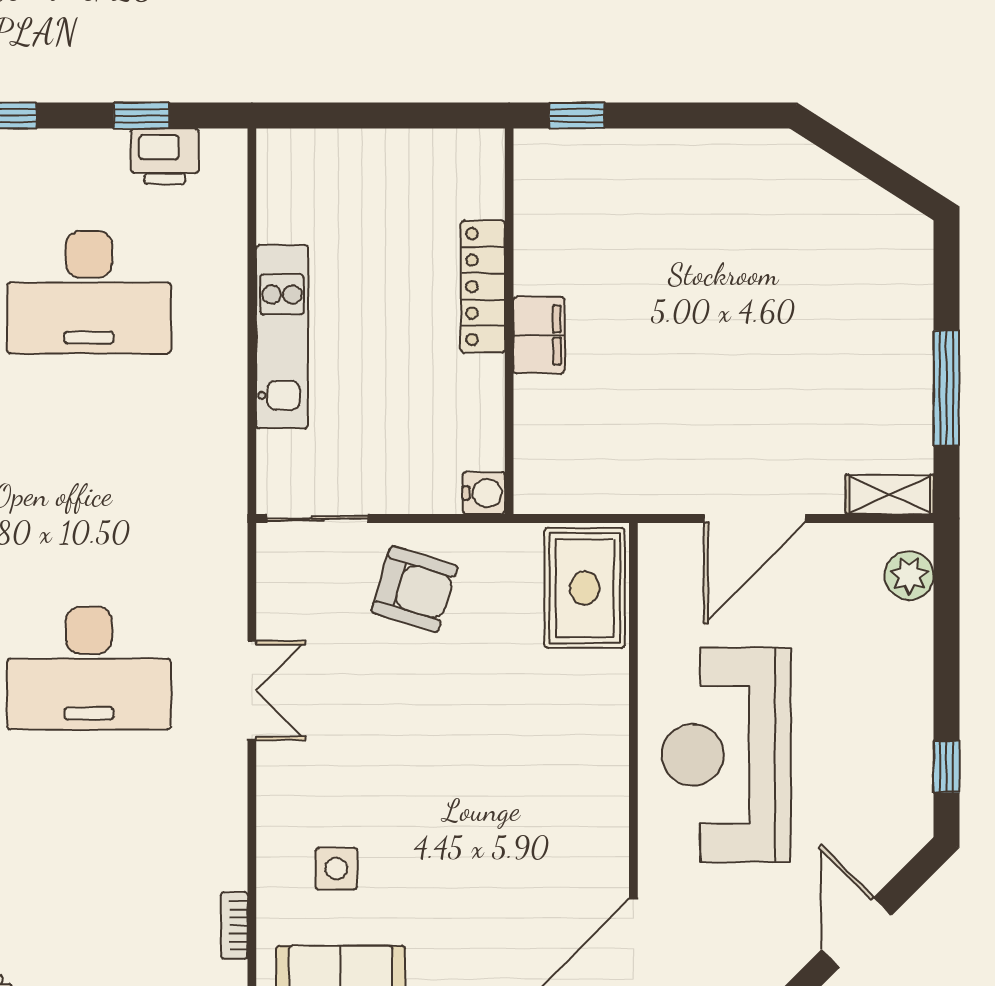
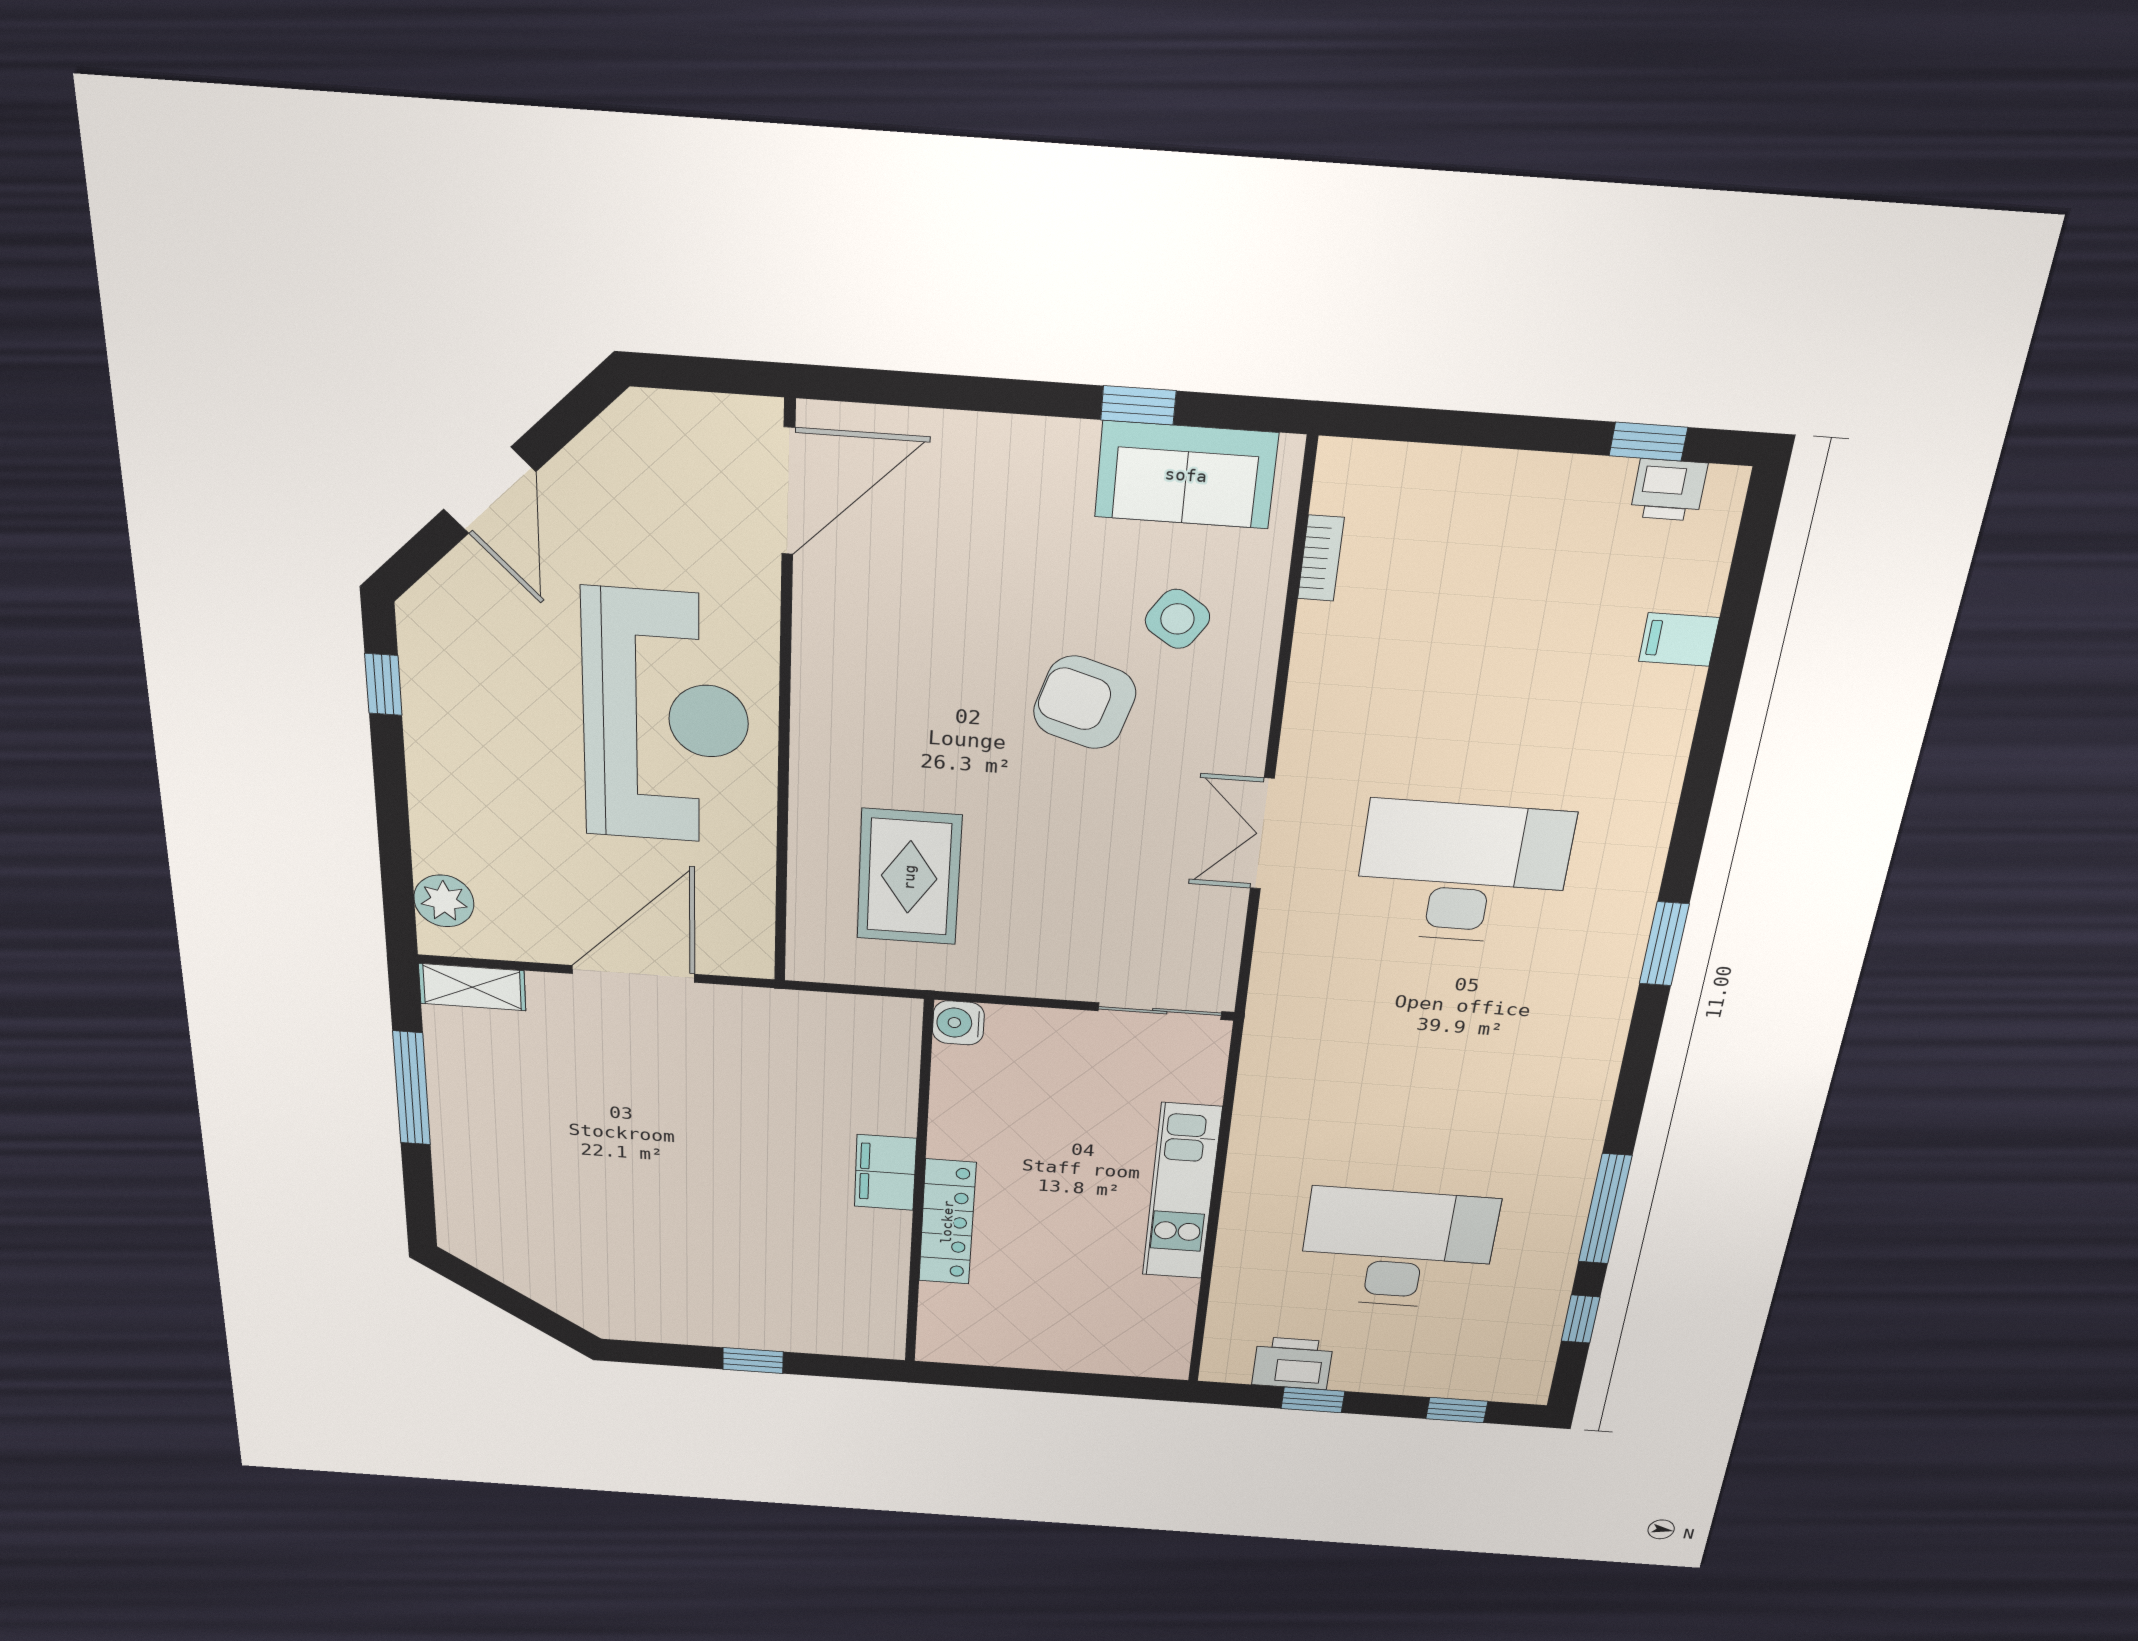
window: (577, 115) -> (753, 1360), moved
rug: (585, 588) -> (909, 877), moved
armchair: (414, 589) -> (1085, 702), moved
side table: (336, 869) -> (1177, 619), turned 34

